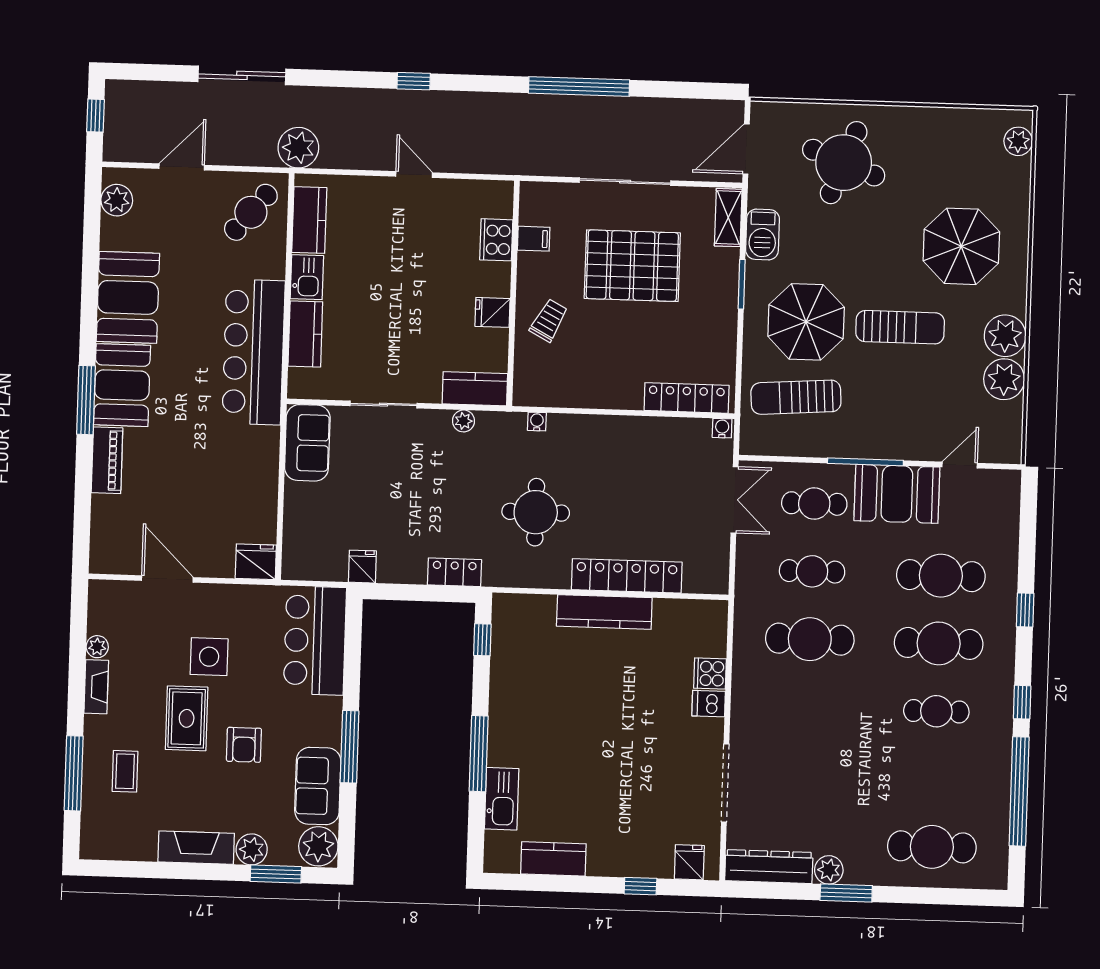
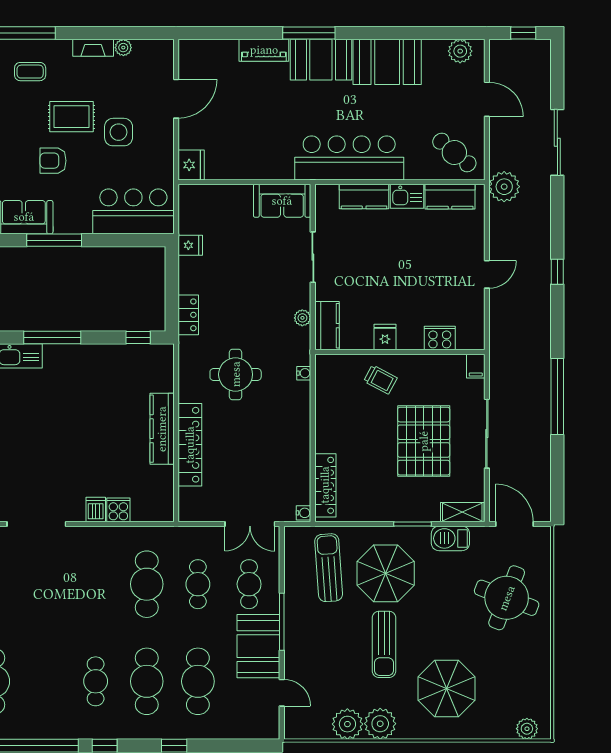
filing cabinet: (534, 239) -> (476, 366), moved

